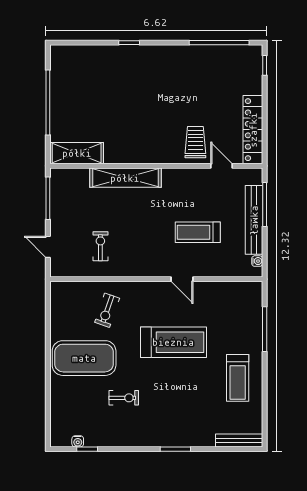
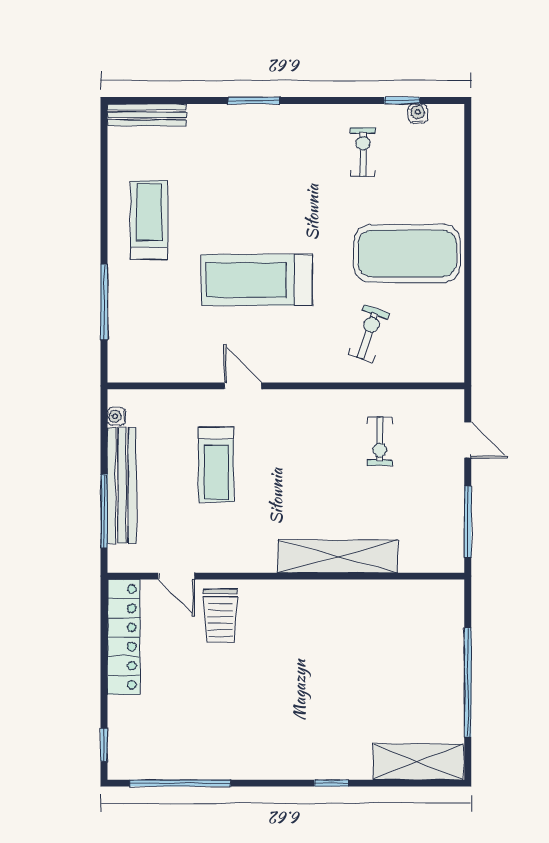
shelving: (77, 153) -> (418, 762), moved
treadmill: (198, 232) -> (216, 465), turned 90
exercise bike: (124, 398) -> (363, 152), moved, turned 90

